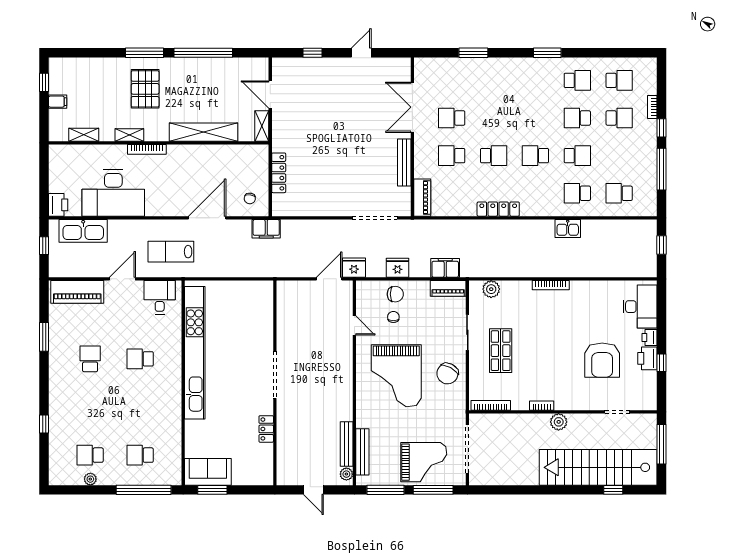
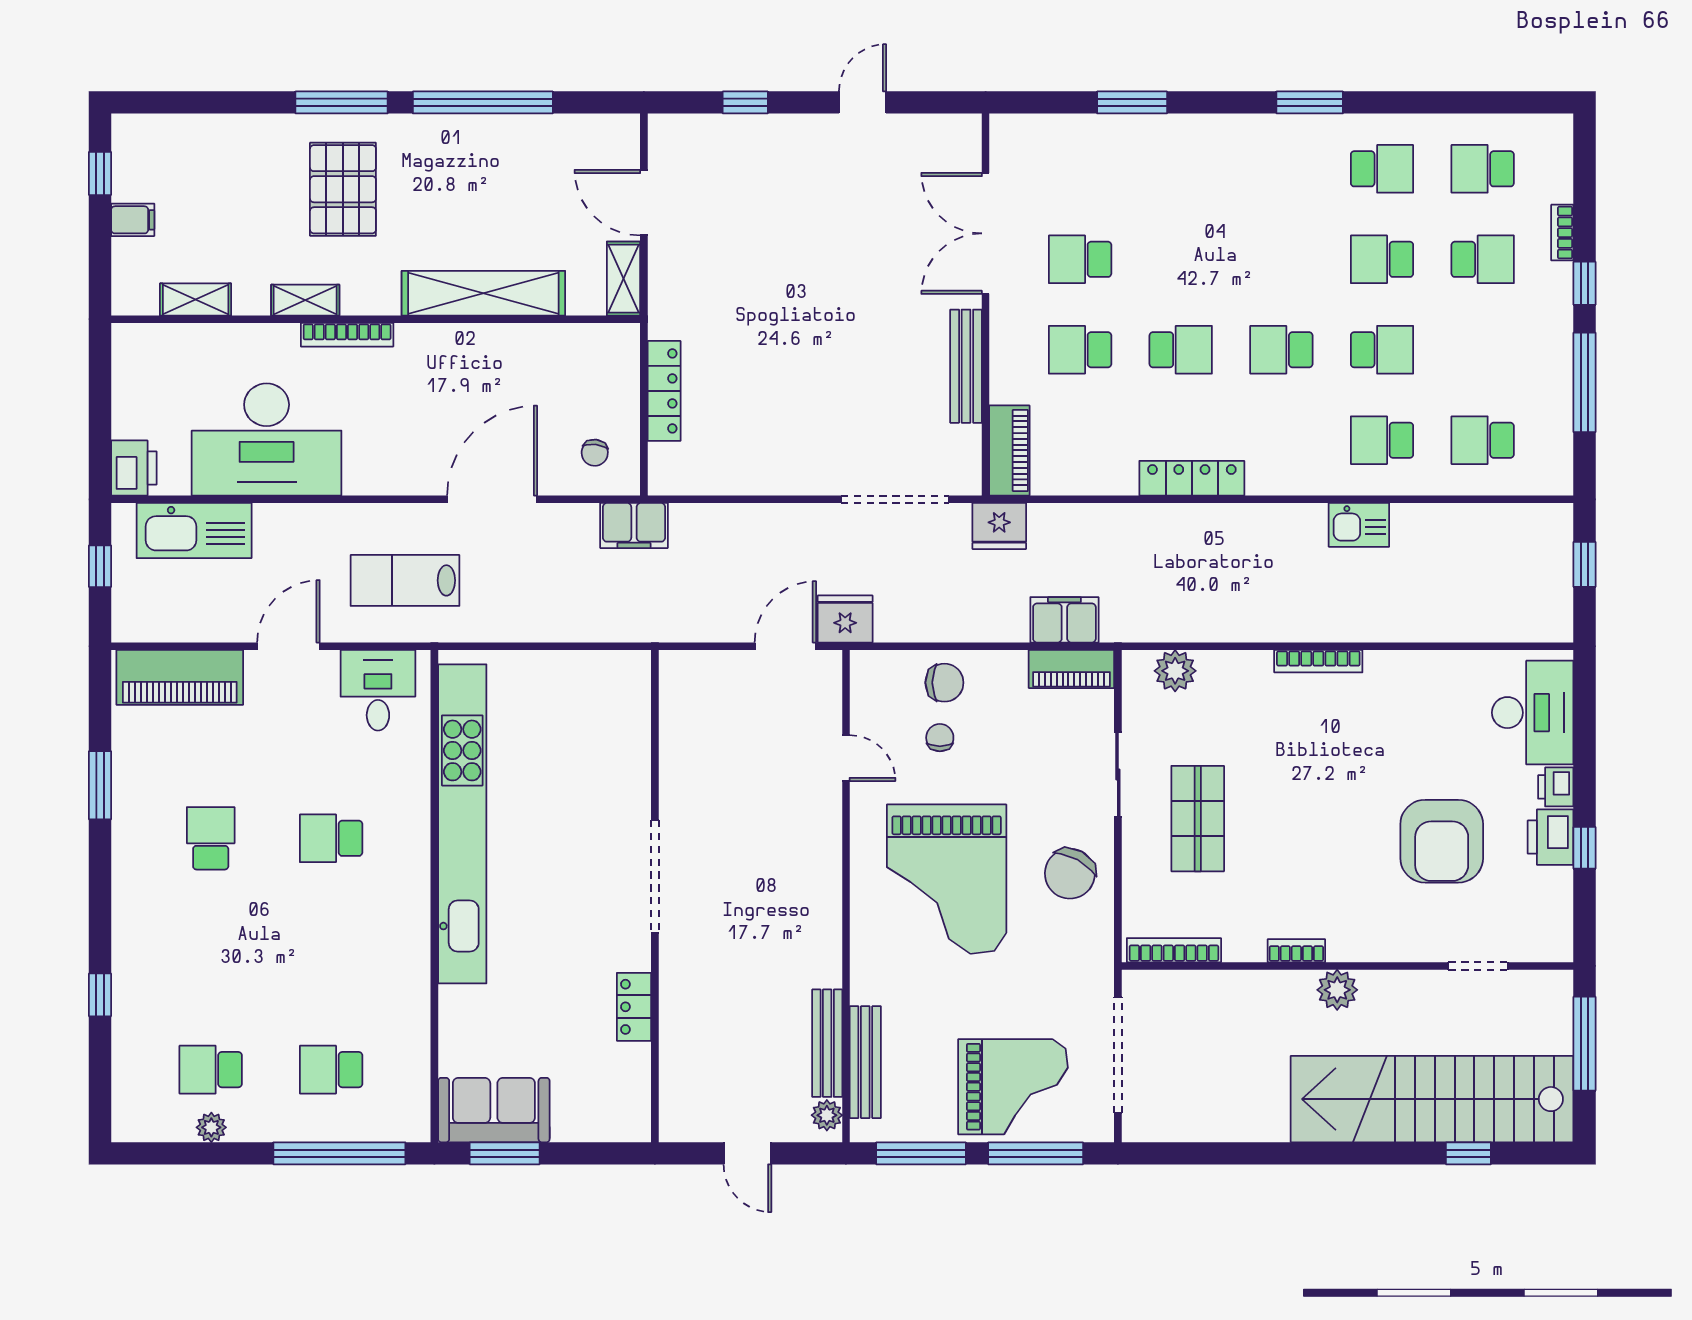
school desk: (619, 80) -> (1483, 169), turned 180
fridge: (398, 268) -> (999, 526), moved, turned 180

